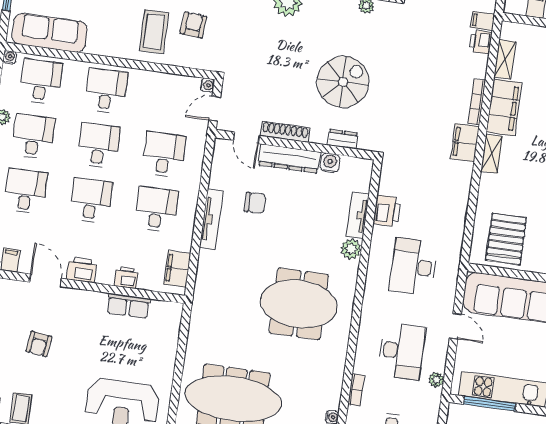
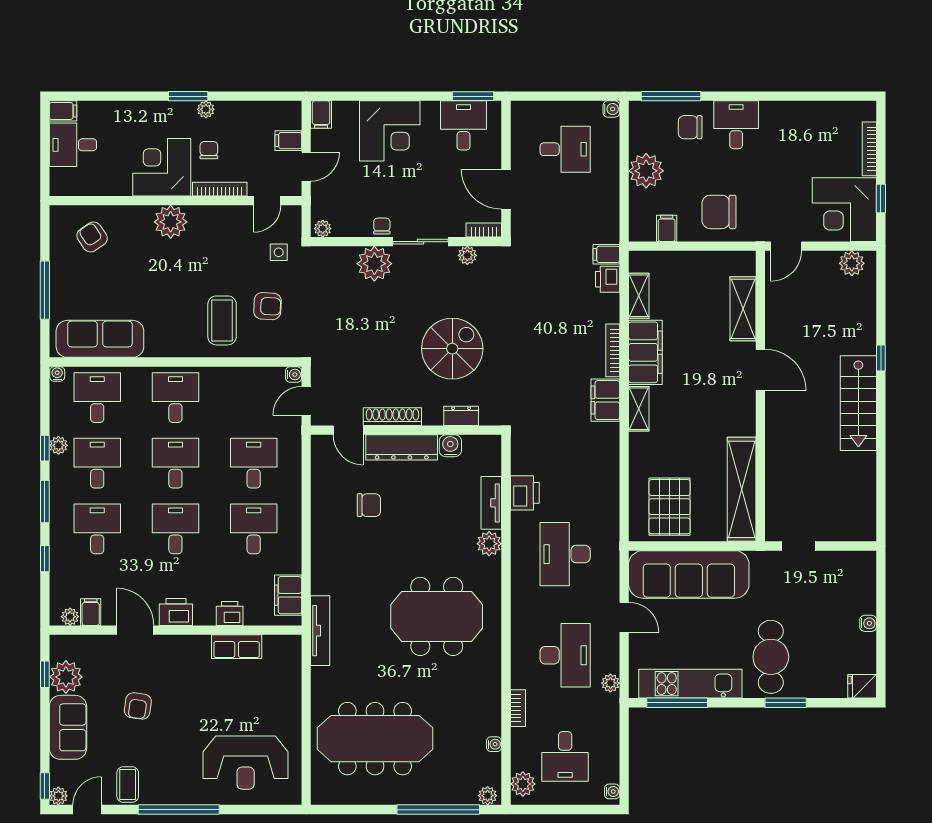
armchair: (193, 25) -> (267, 306), turned 88
tv unit: (211, 219) -> (320, 631), moved

